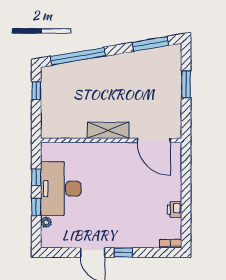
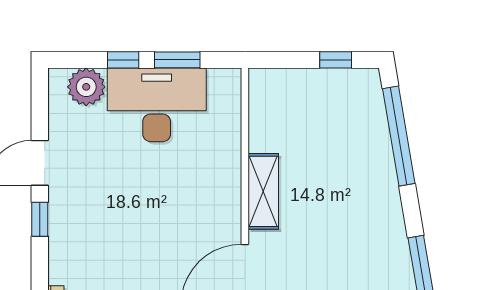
window: (36, 177) -> (177, 60), width x1.50
plant: (46, 222) -> (86, 87), width x1.87, depth x1.87

